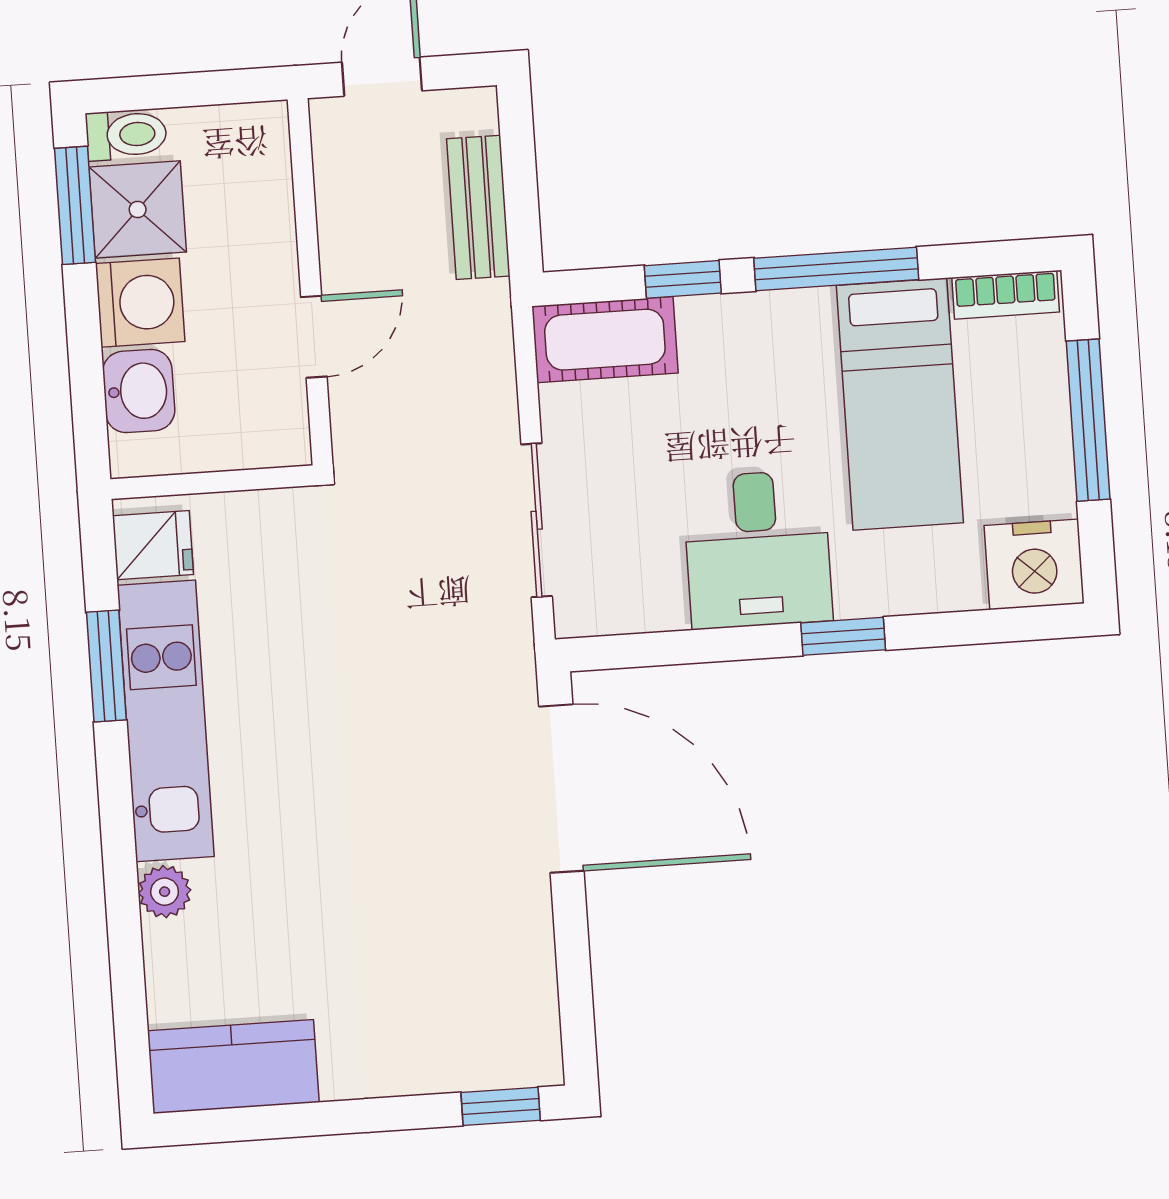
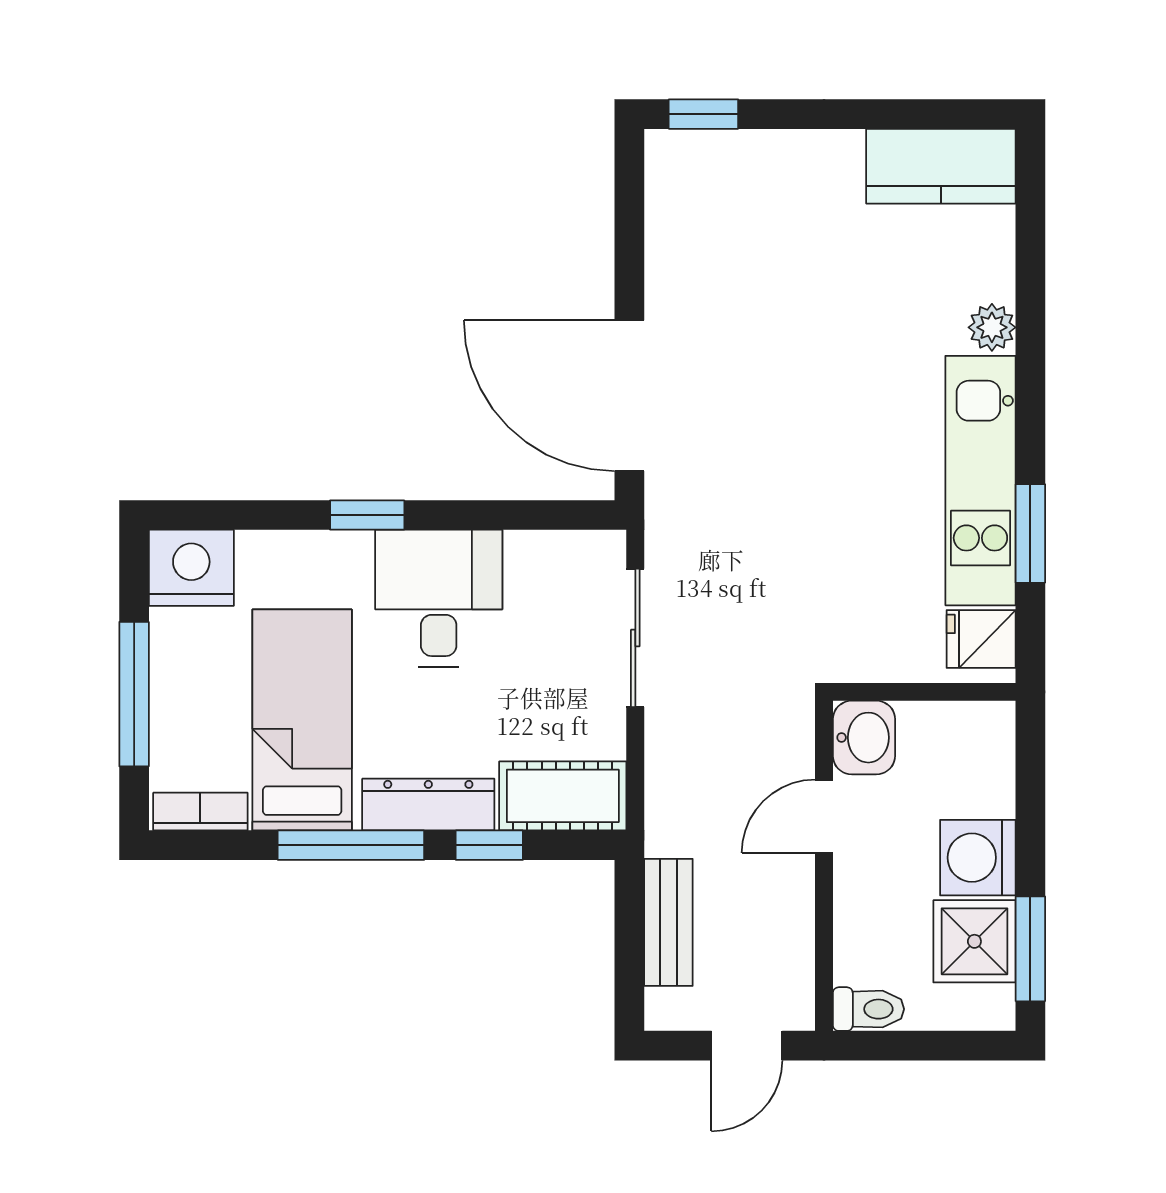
toilet: (126, 135) -> (868, 1009), moved, turned 180
dresser: (753, 320) -> (428, 805), added
washbasin: (139, 391) -> (864, 738), moved, turned 180

